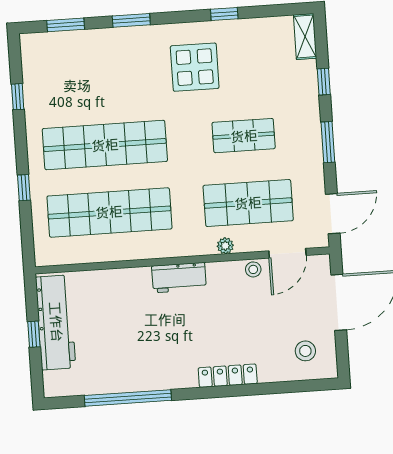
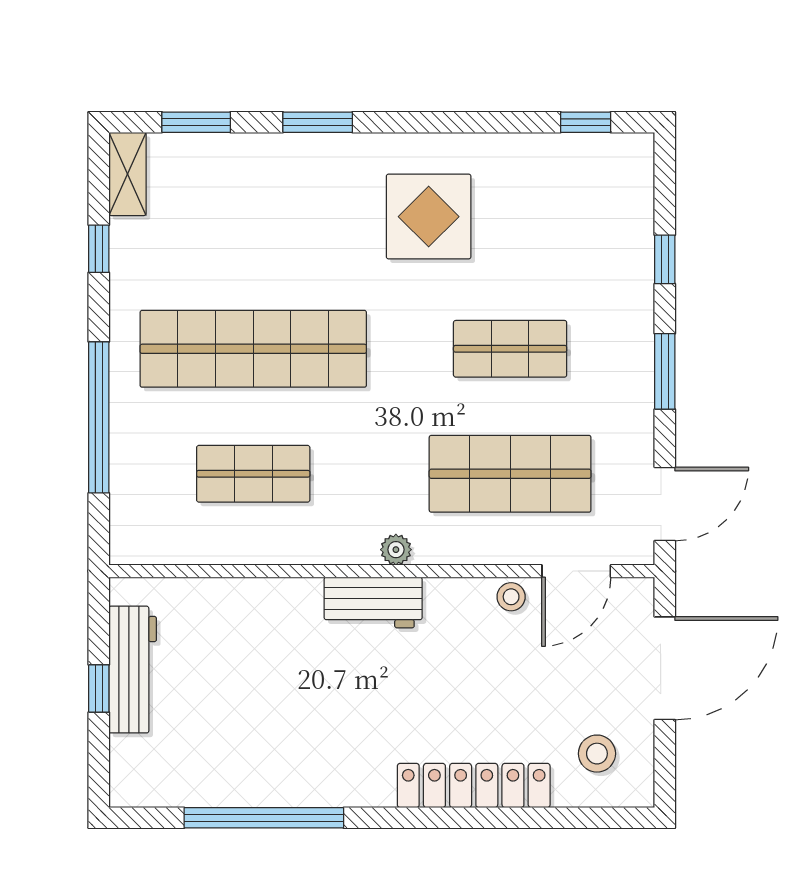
window: (224, 14) -> (586, 122), moved
shelving: (305, 37) -> (127, 174), moved
window: (24, 188) -> (99, 417), width x3.17
shop shelf: (109, 212) -> (253, 474), width x0.50, depth x0.74
plant: (225, 246) -> (396, 550), moved
workbench: (56, 322) -> (133, 670), width x0.73, depth x0.76
locker: (228, 376) -> (474, 785), width x1.41, depth x1.21

